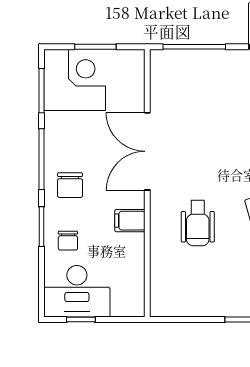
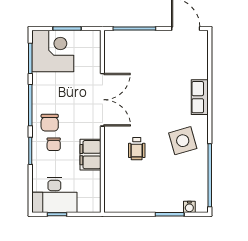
double door: (147, 151) -> (102, 100), swing flipped
filing cabinet: (130, 221) -> (90, 155), width x2.00
wheelchair: (198, 223) -> (137, 149), width x0.73, depth x0.73
chair: (68, 241) -> (54, 144), moved

